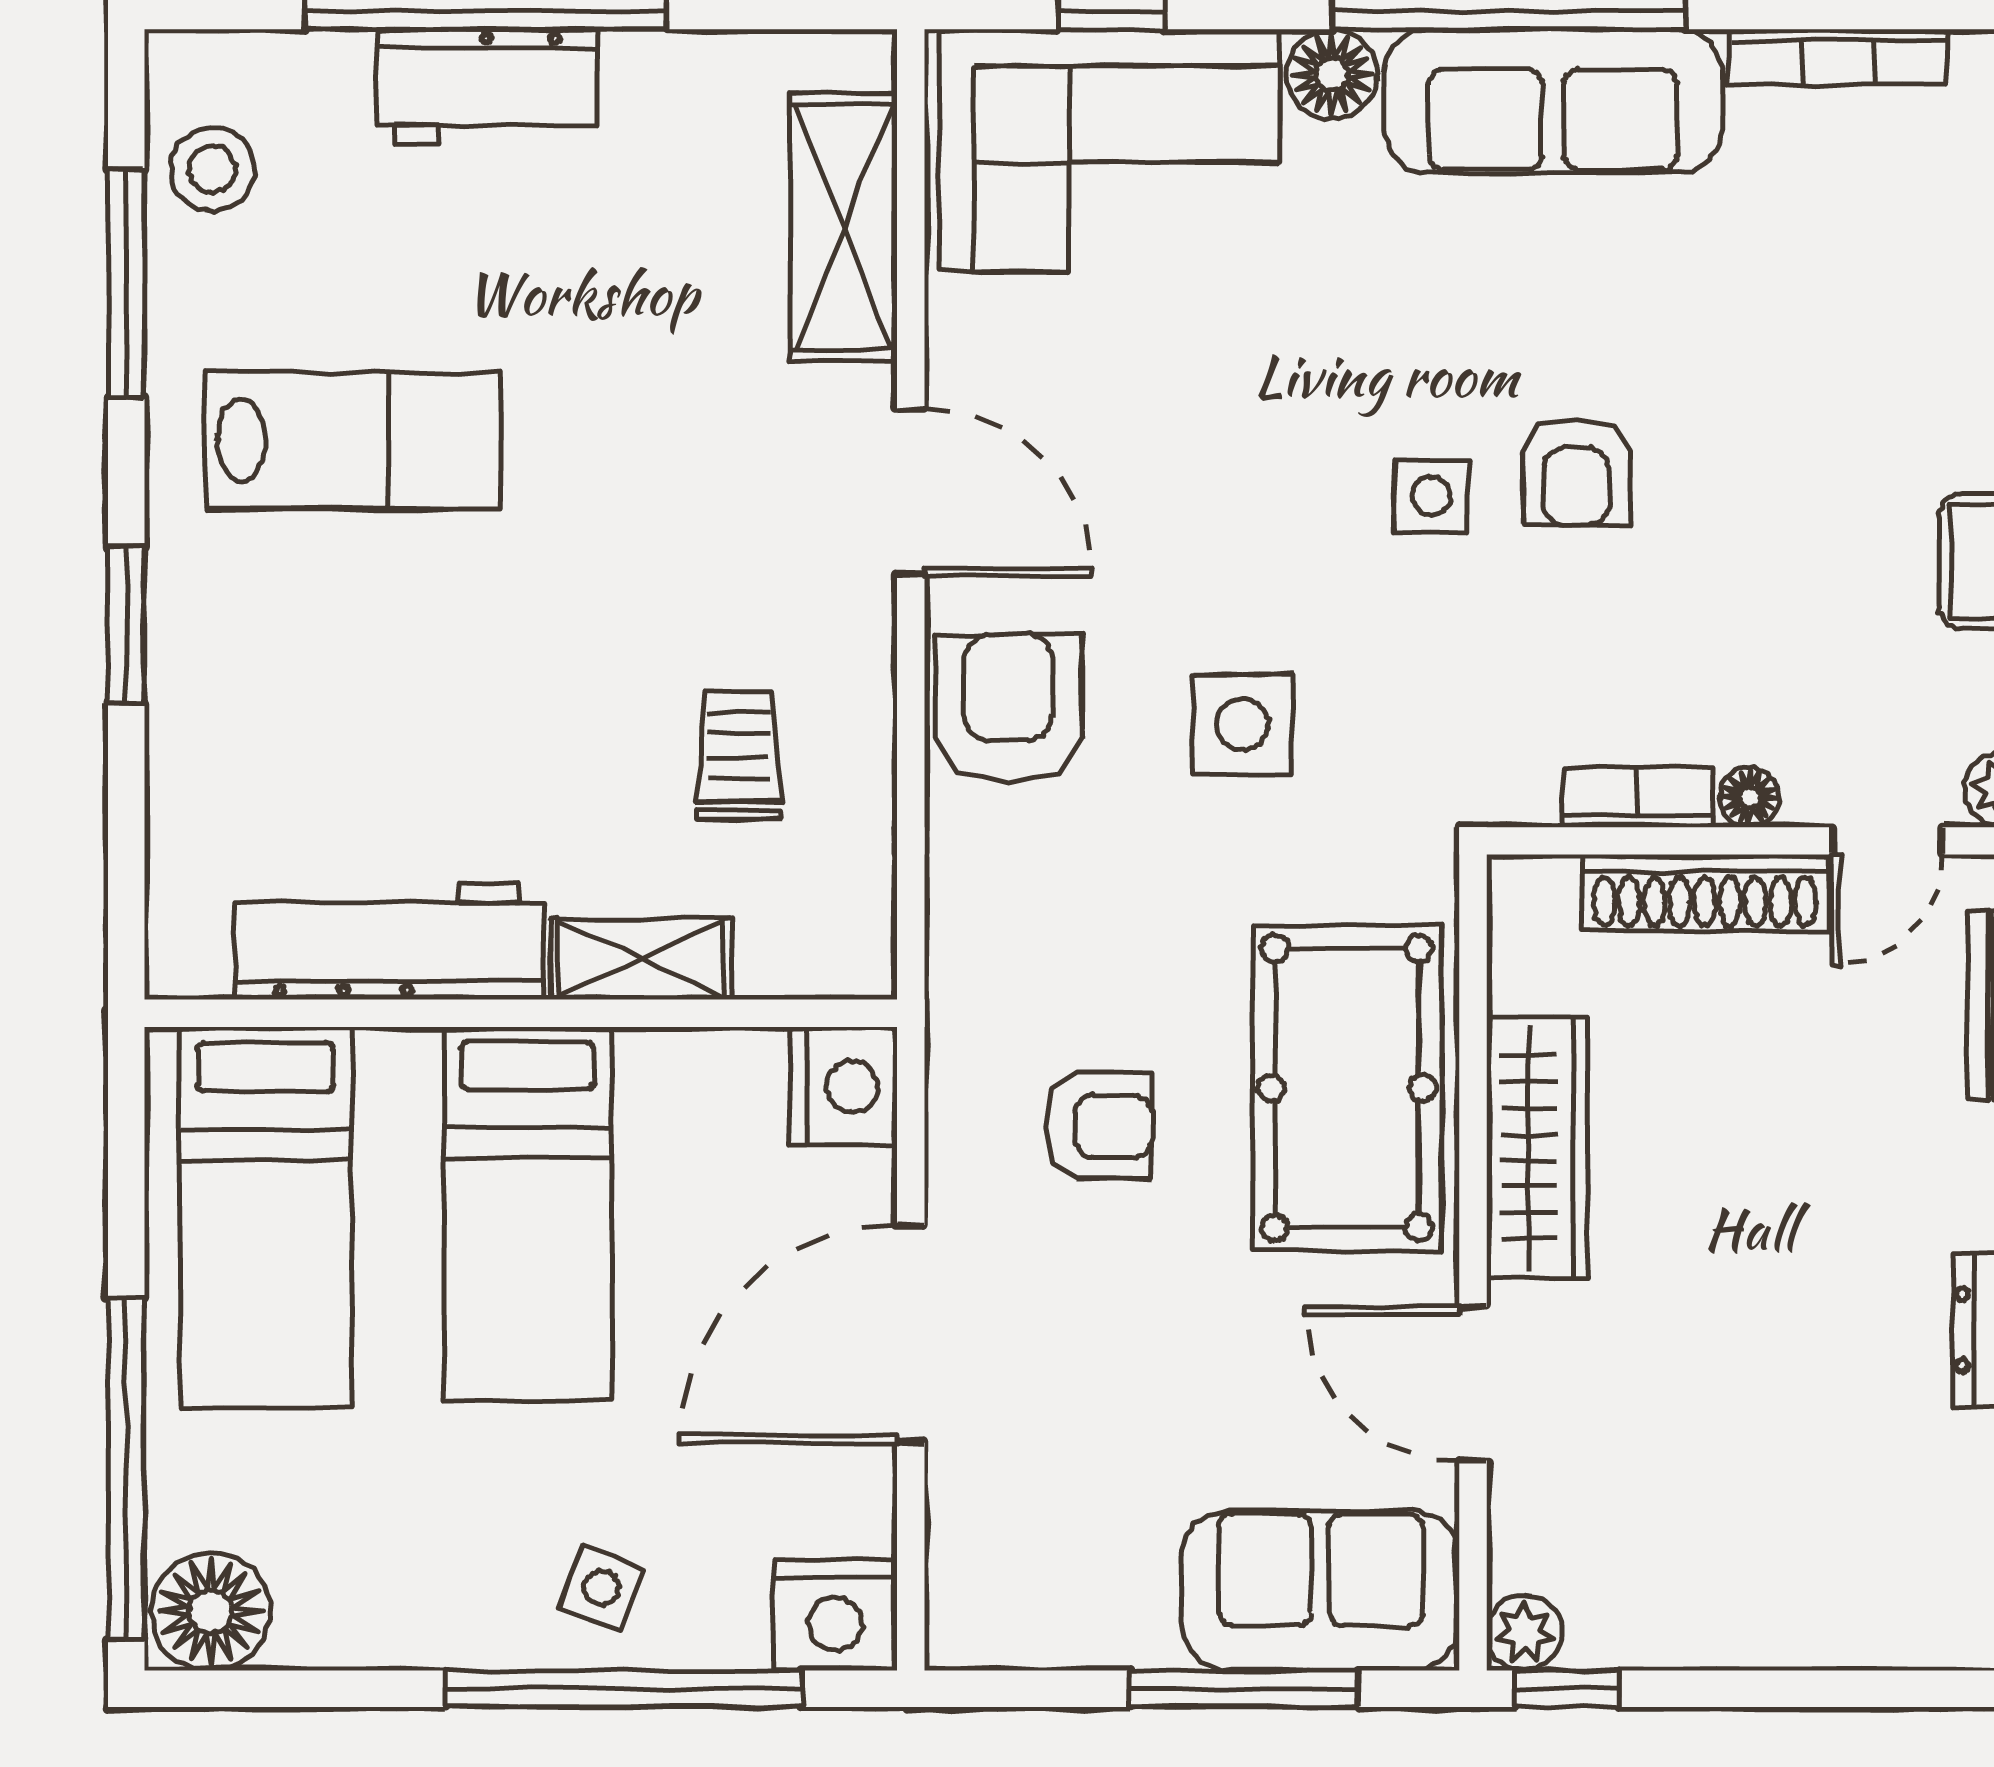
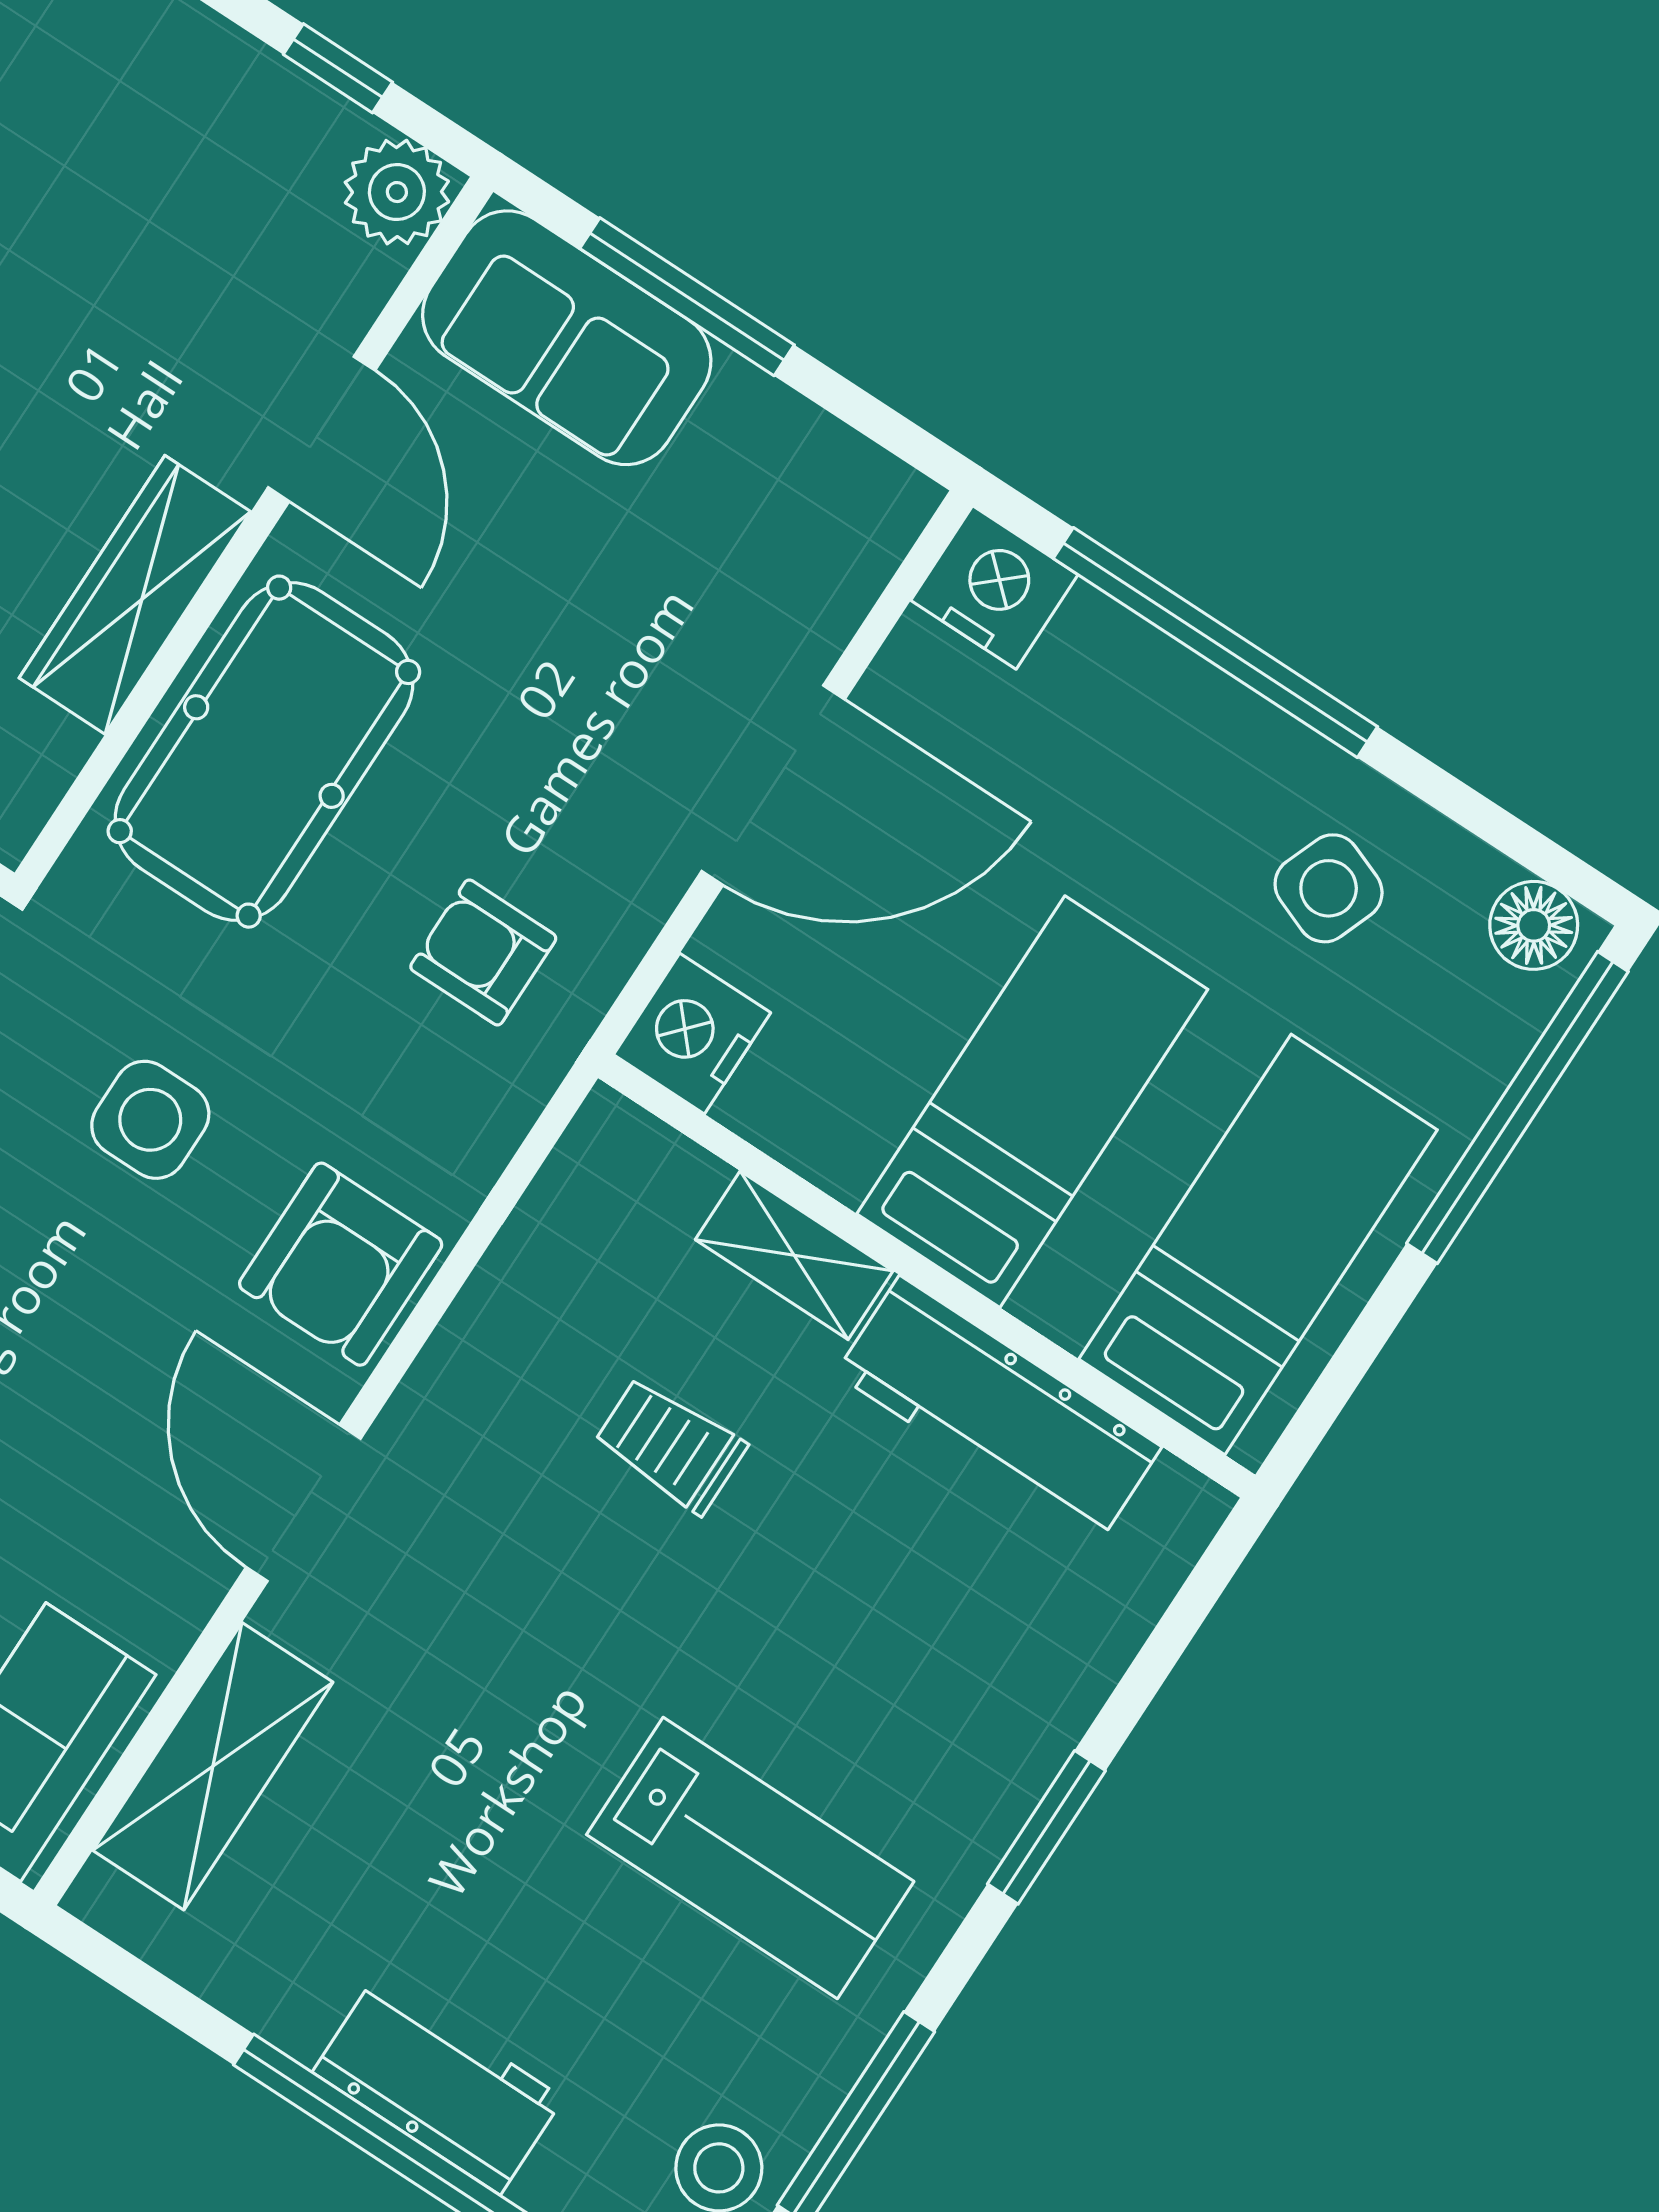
lab bench: (353, 441) -> (750, 1858), turned 180
trolley: (739, 755) -> (670, 1445), moved, turned 90
armchair: (1098, 1126) -> (483, 952), moved
side table: (602, 1588) -> (1329, 888), moved, width x1.37, depth x1.37
floor lamp: (211, 1611) -> (1534, 925), width x0.73, depth x0.73
plant: (1524, 1633) -> (397, 192), width x1.38, depth x1.38
window: (1566, 1689) -> (338, 68), moved

